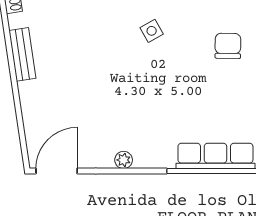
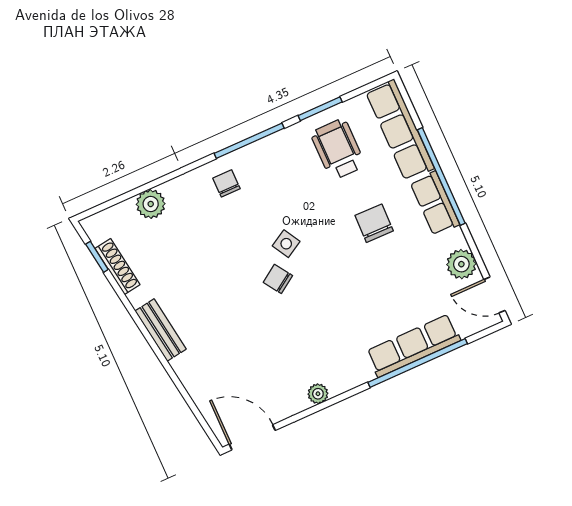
chair: (133, 56) -> (278, 279), added
door: (57, 171) -> (252, 437), hinge flipped

